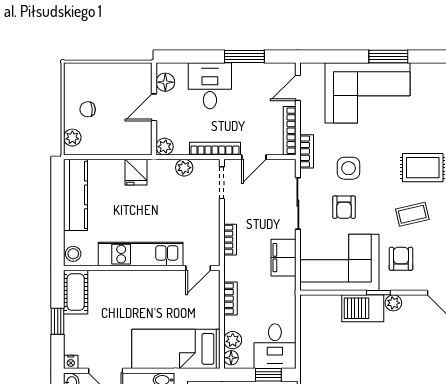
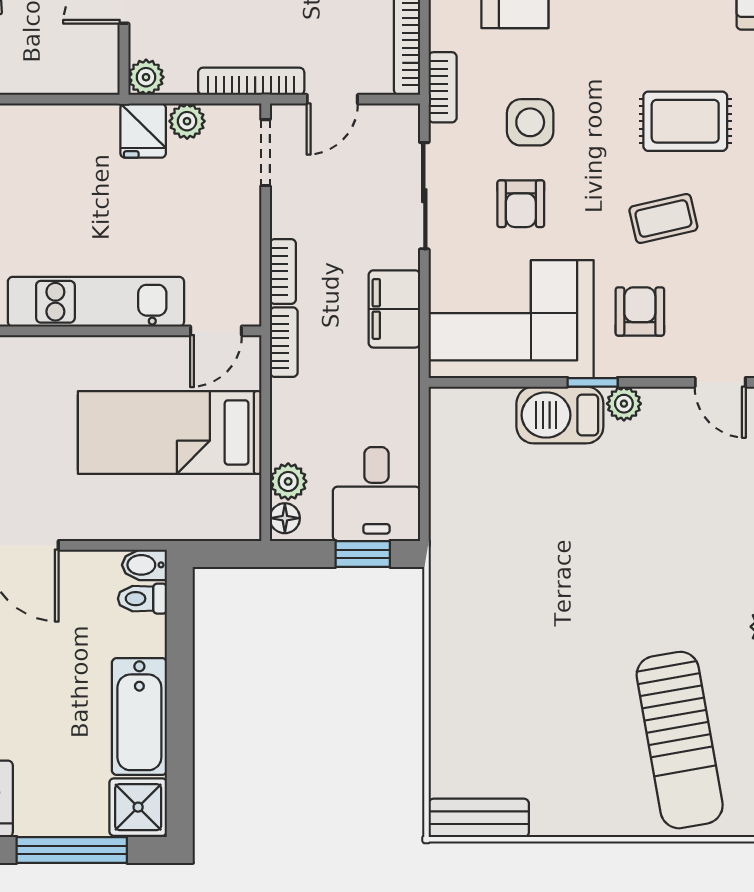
fridge: (136, 172) -> (143, 131), moved
bookcase: (231, 298) -> (284, 342), moved
bed: (176, 349) -> (170, 432), moved

